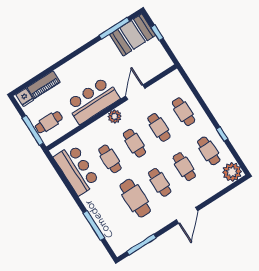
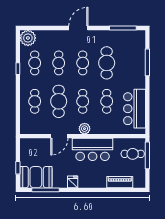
fridge: (25, 97) -> (73, 182), moved
cafe table: (159, 127) -> (59, 101), width x1.37, depth x1.35

